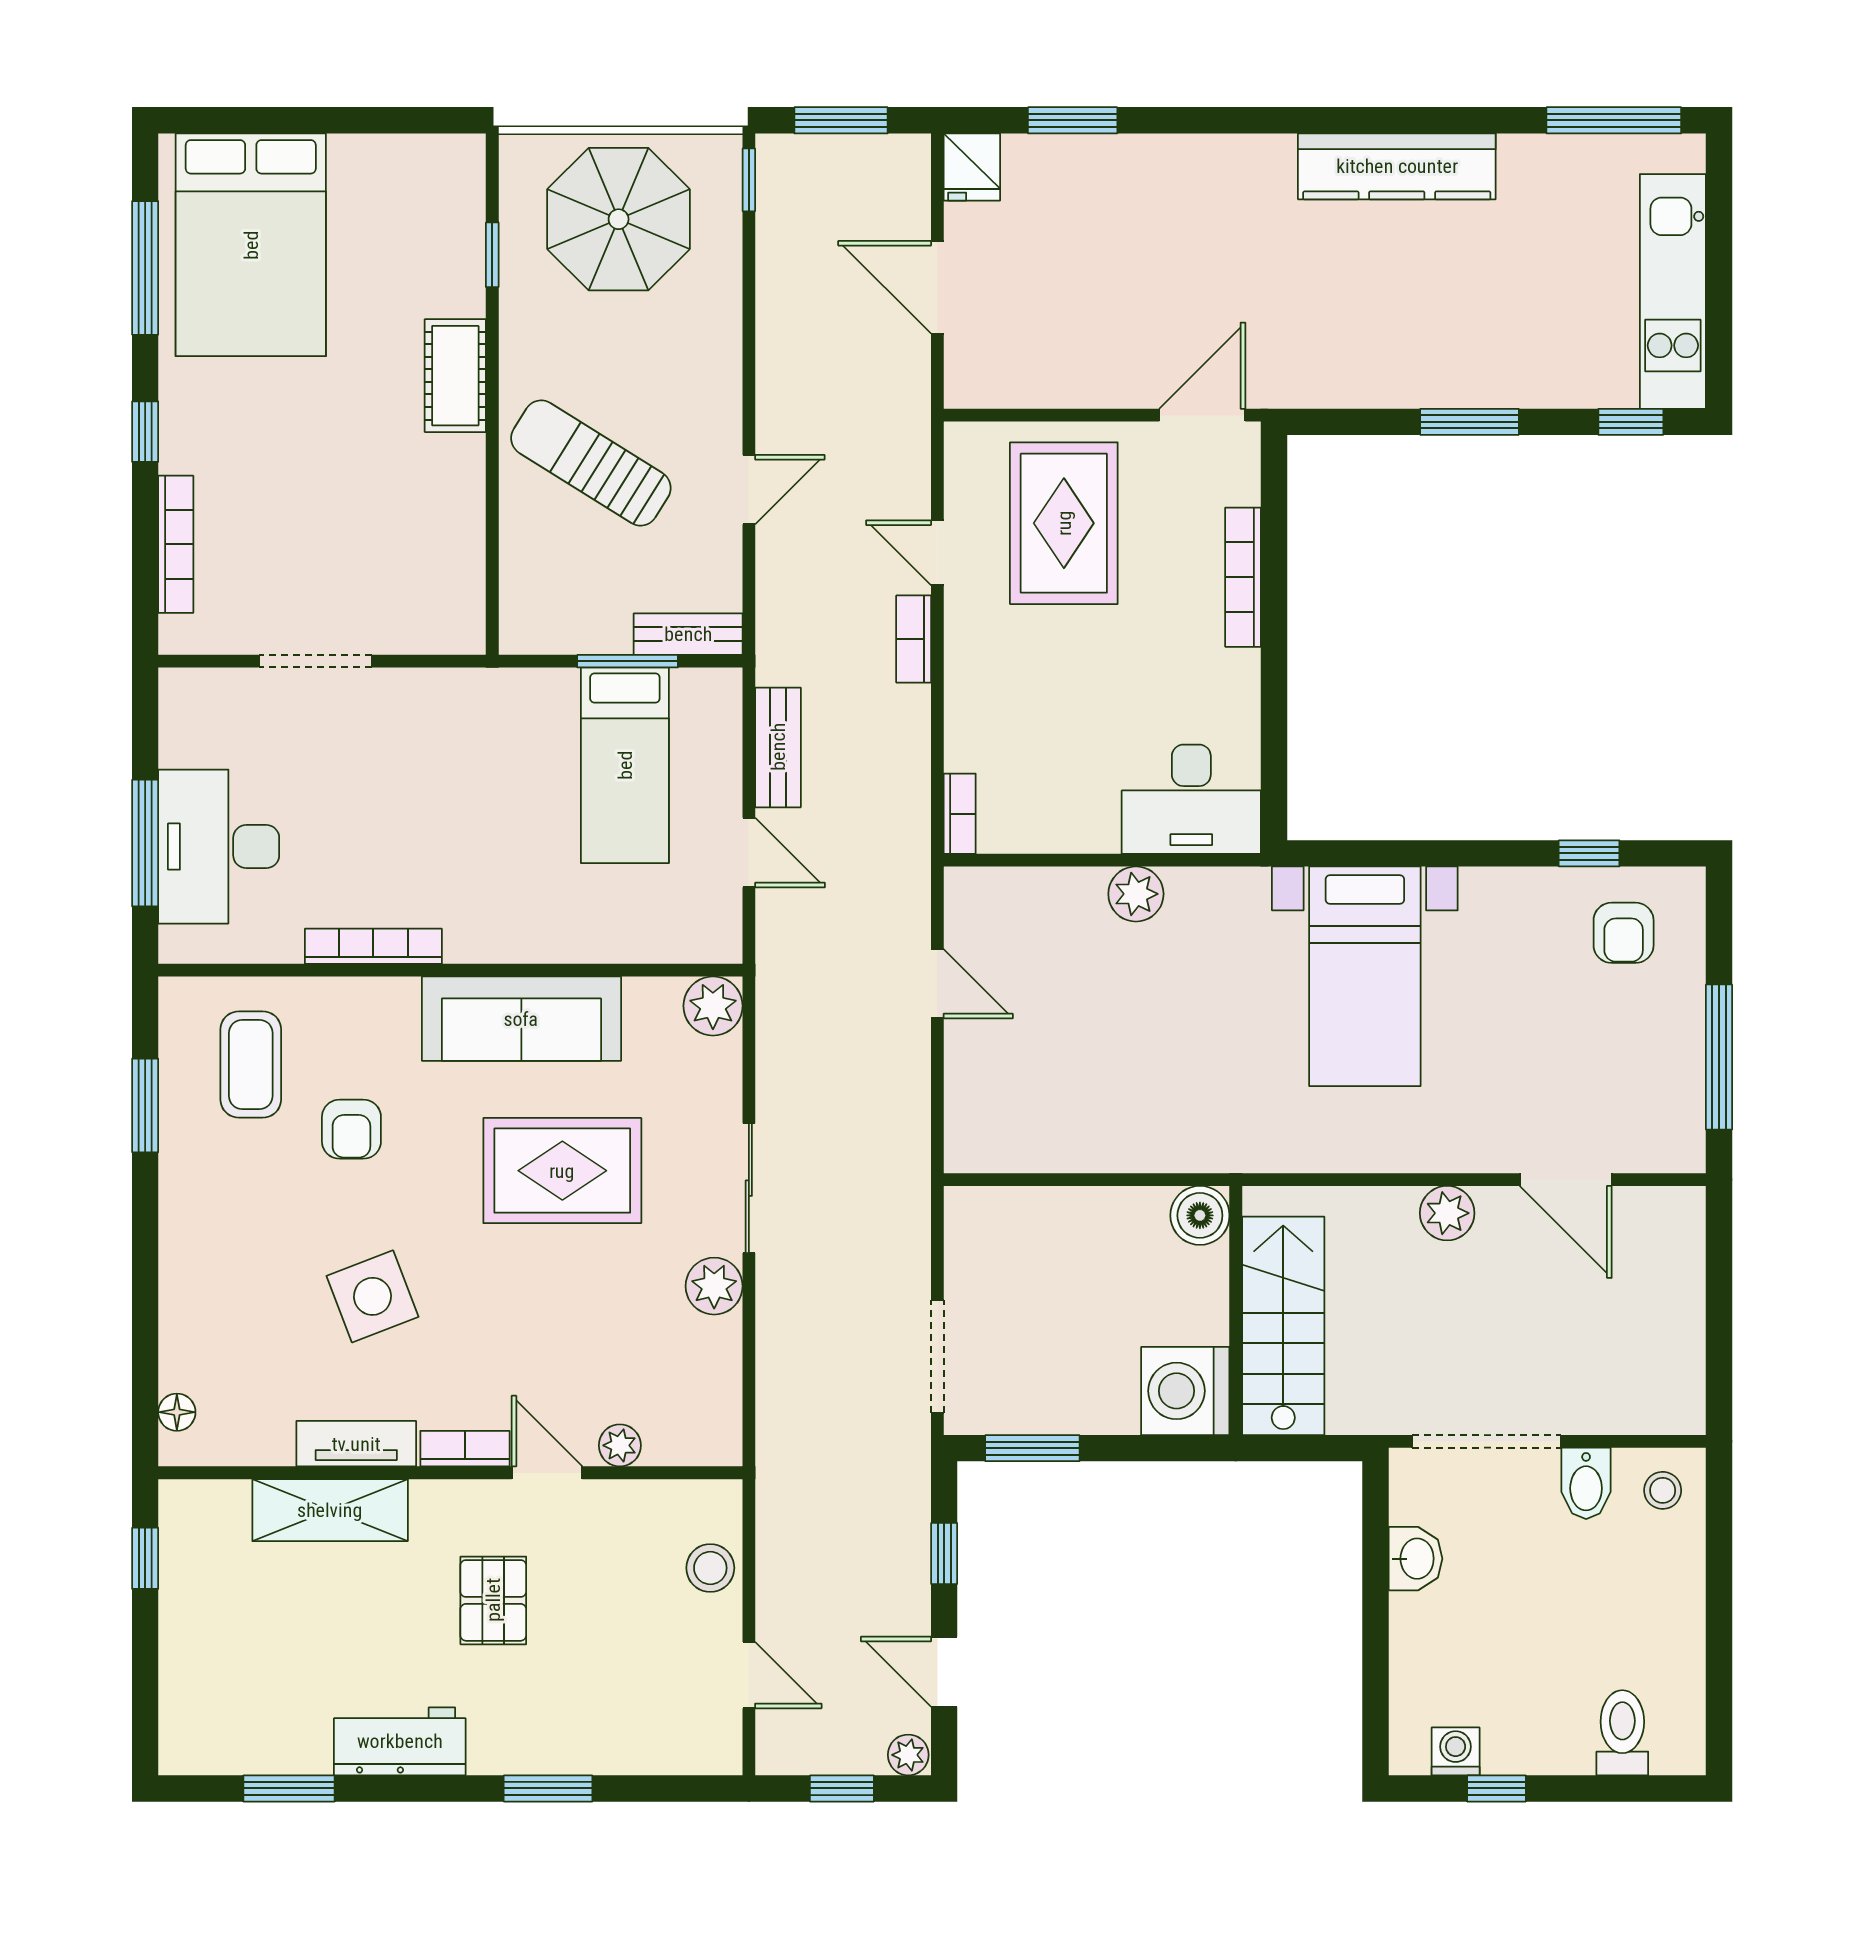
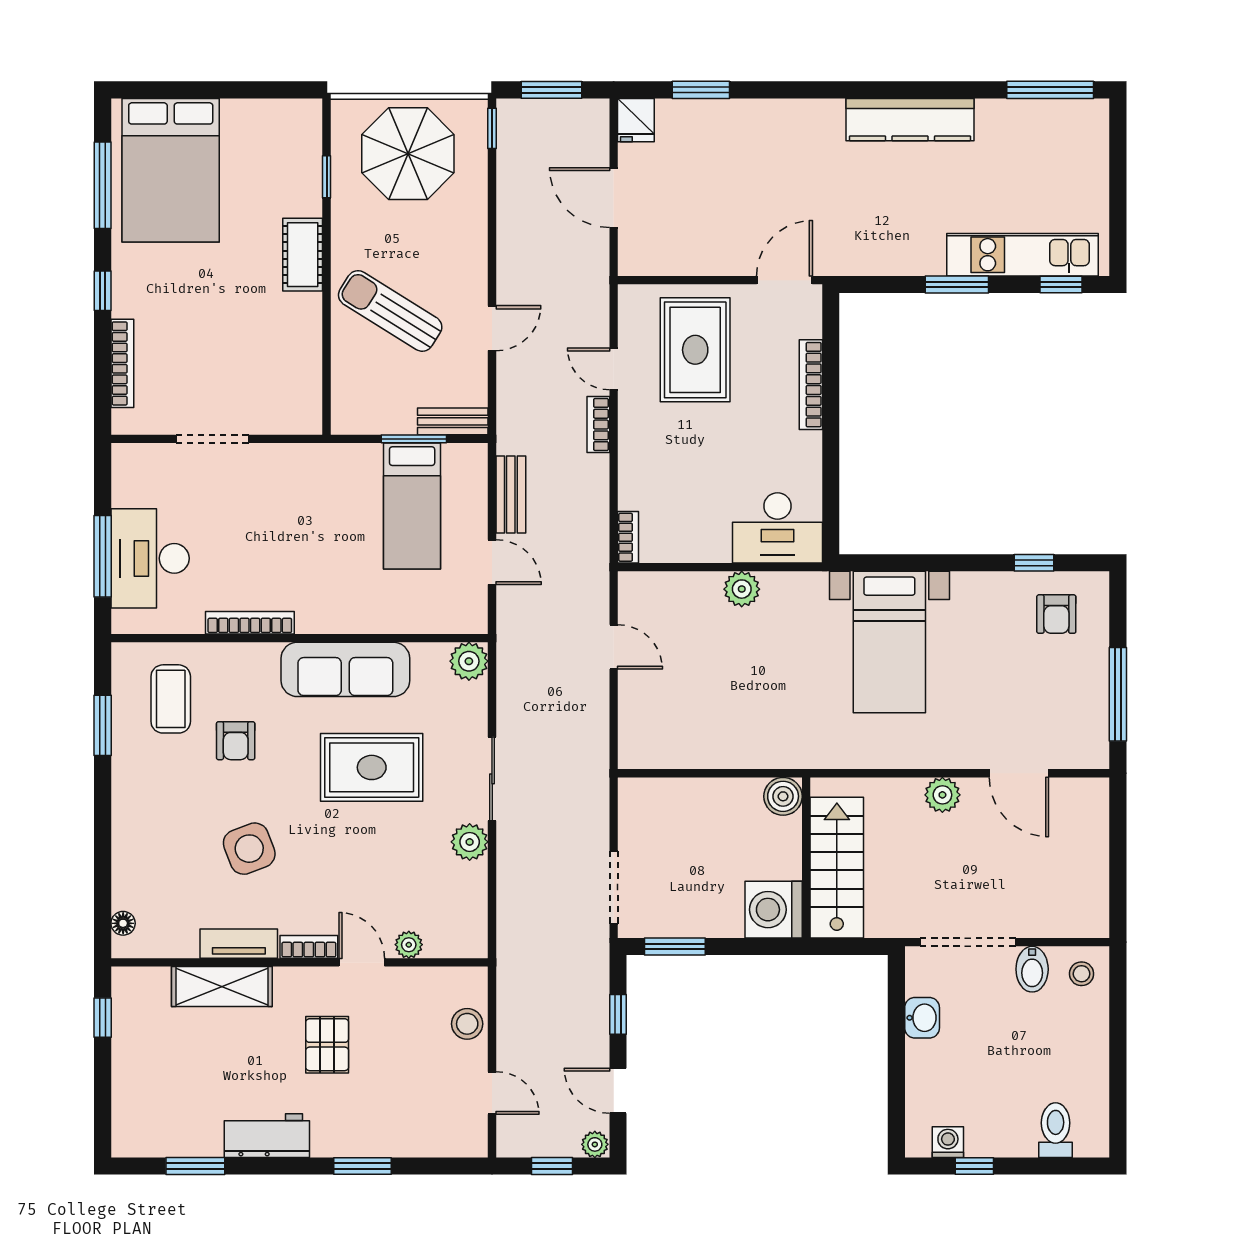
kitchen unit: (1673, 291) -> (1023, 255), moved, turned 90

